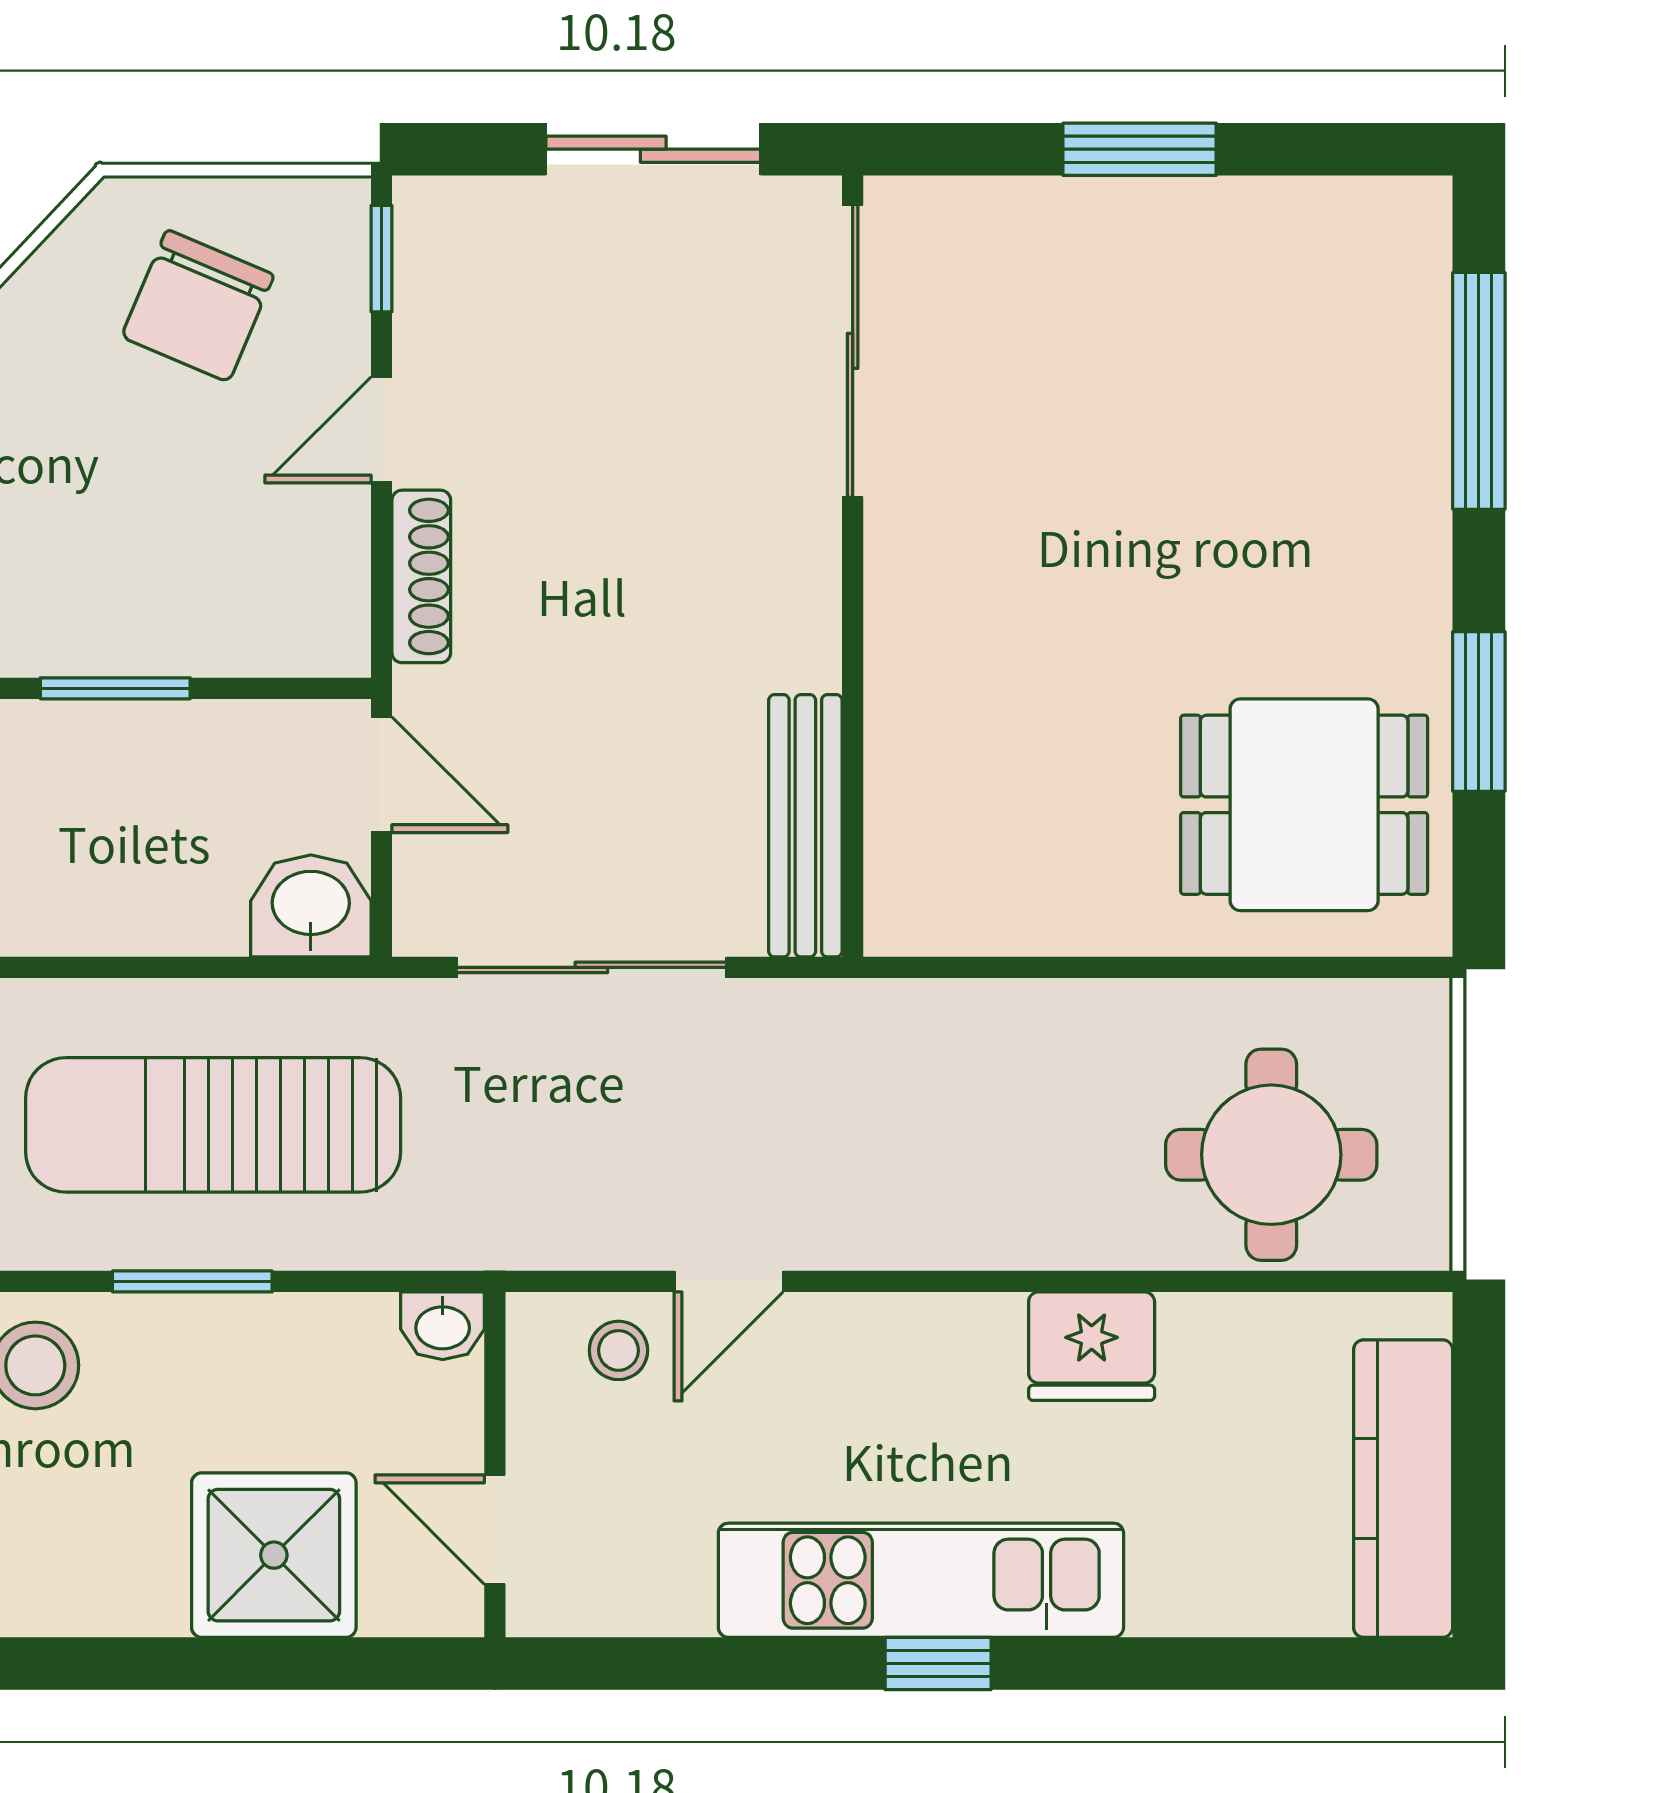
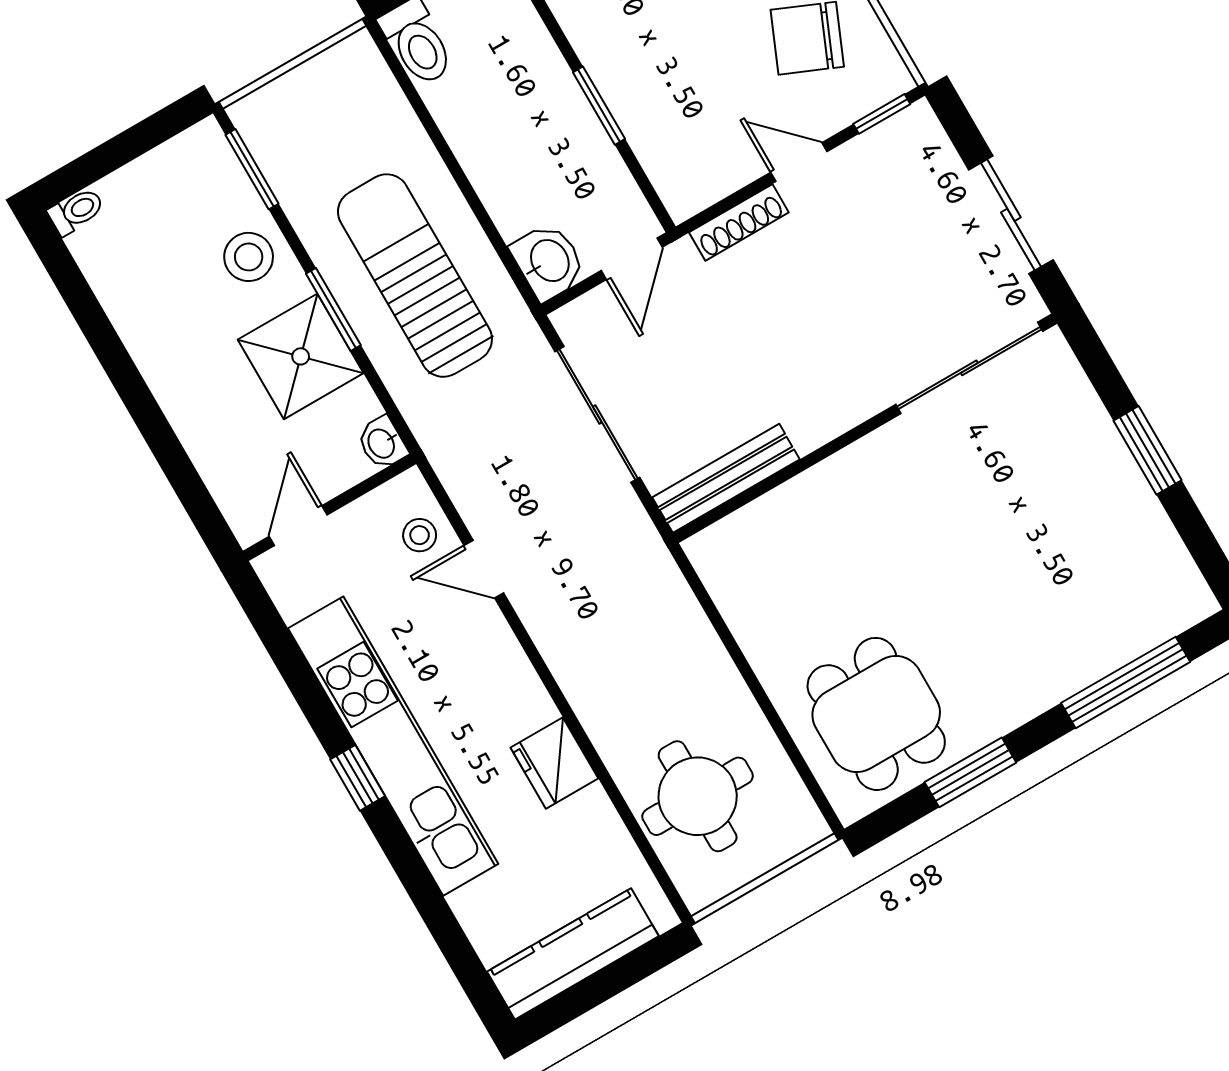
shower: (274, 1555) -> (301, 356), moved
kitchen unit: (921, 1580) -> (393, 746), width x1.36

